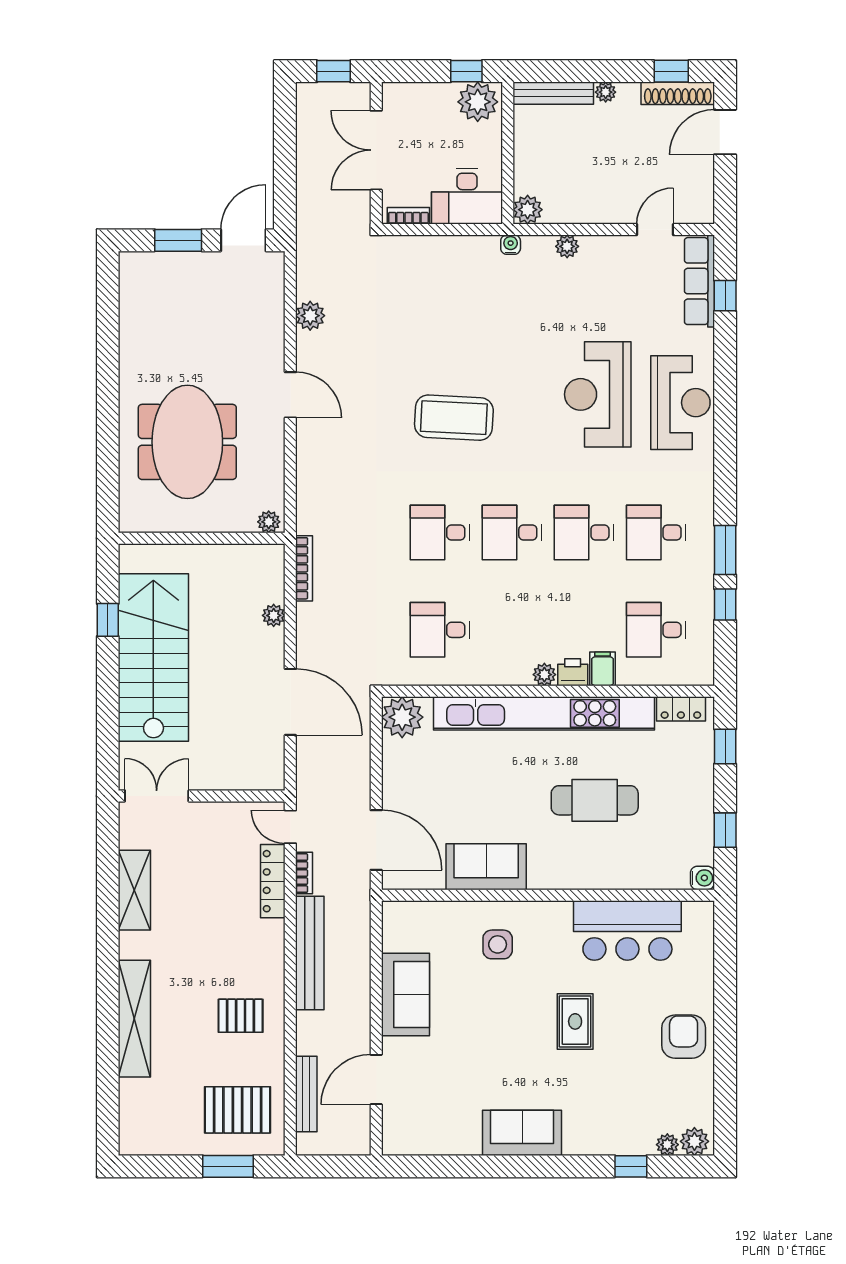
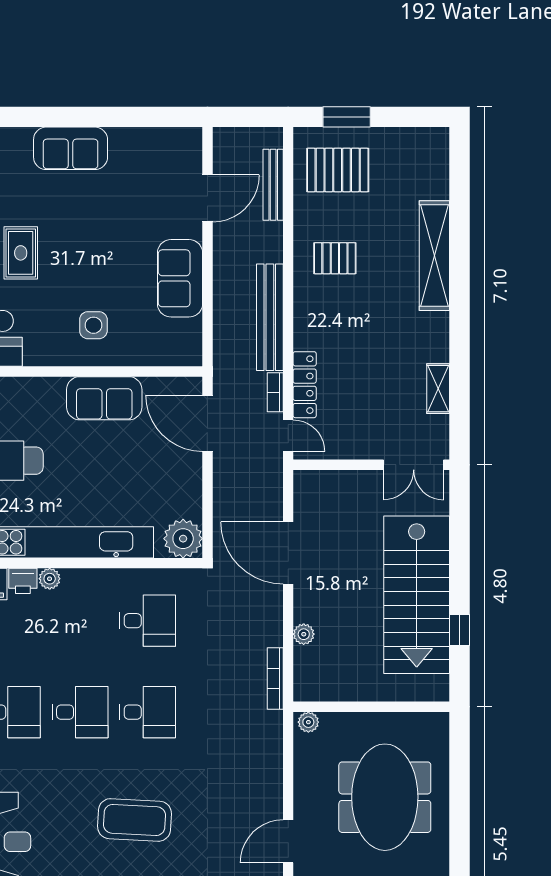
door: (290, 395) -> (288, 841), hinge flipped
shelving: (134, 890) -> (438, 389), width x0.67, depth x0.75

